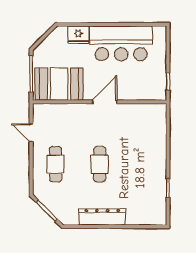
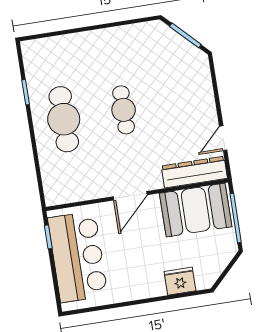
bar counter: (121, 43) -> (78, 257), moved, turned 90
door: (31, 133) -> (223, 138), swing flipped
cafe table: (56, 164) -> (64, 119), moved, width x1.37, depth x1.35
dresser: (102, 217) -> (194, 172), moved, turned 180

